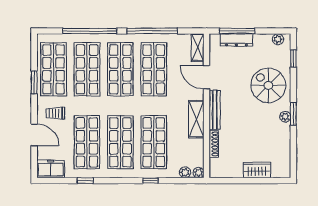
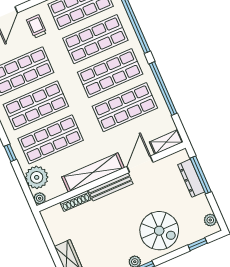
spiral stairs: (268, 85) -> (159, 231), turned 90
shelving: (196, 119) -> (93, 172), width x1.47
plant: (185, 172) -> (37, 177), width x1.87, depth x1.87

